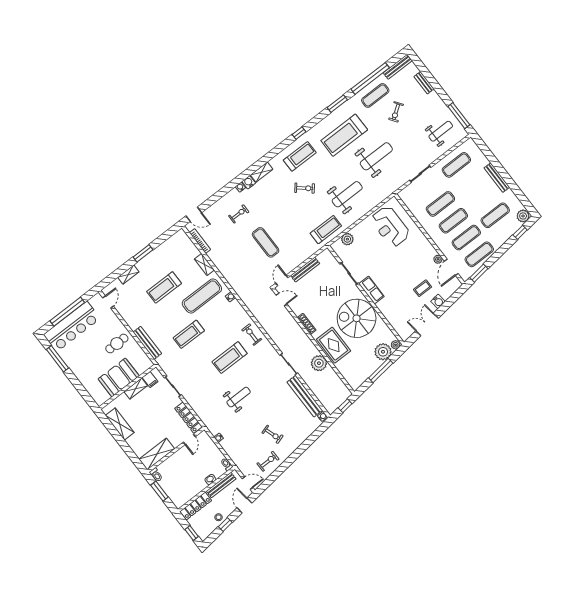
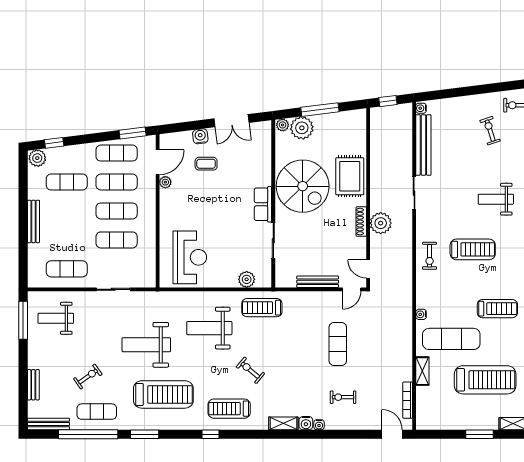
treadmill: (164, 287) -> (485, 380), width x1.37, depth x1.38
plant: (319, 363) -> (381, 223), moved

